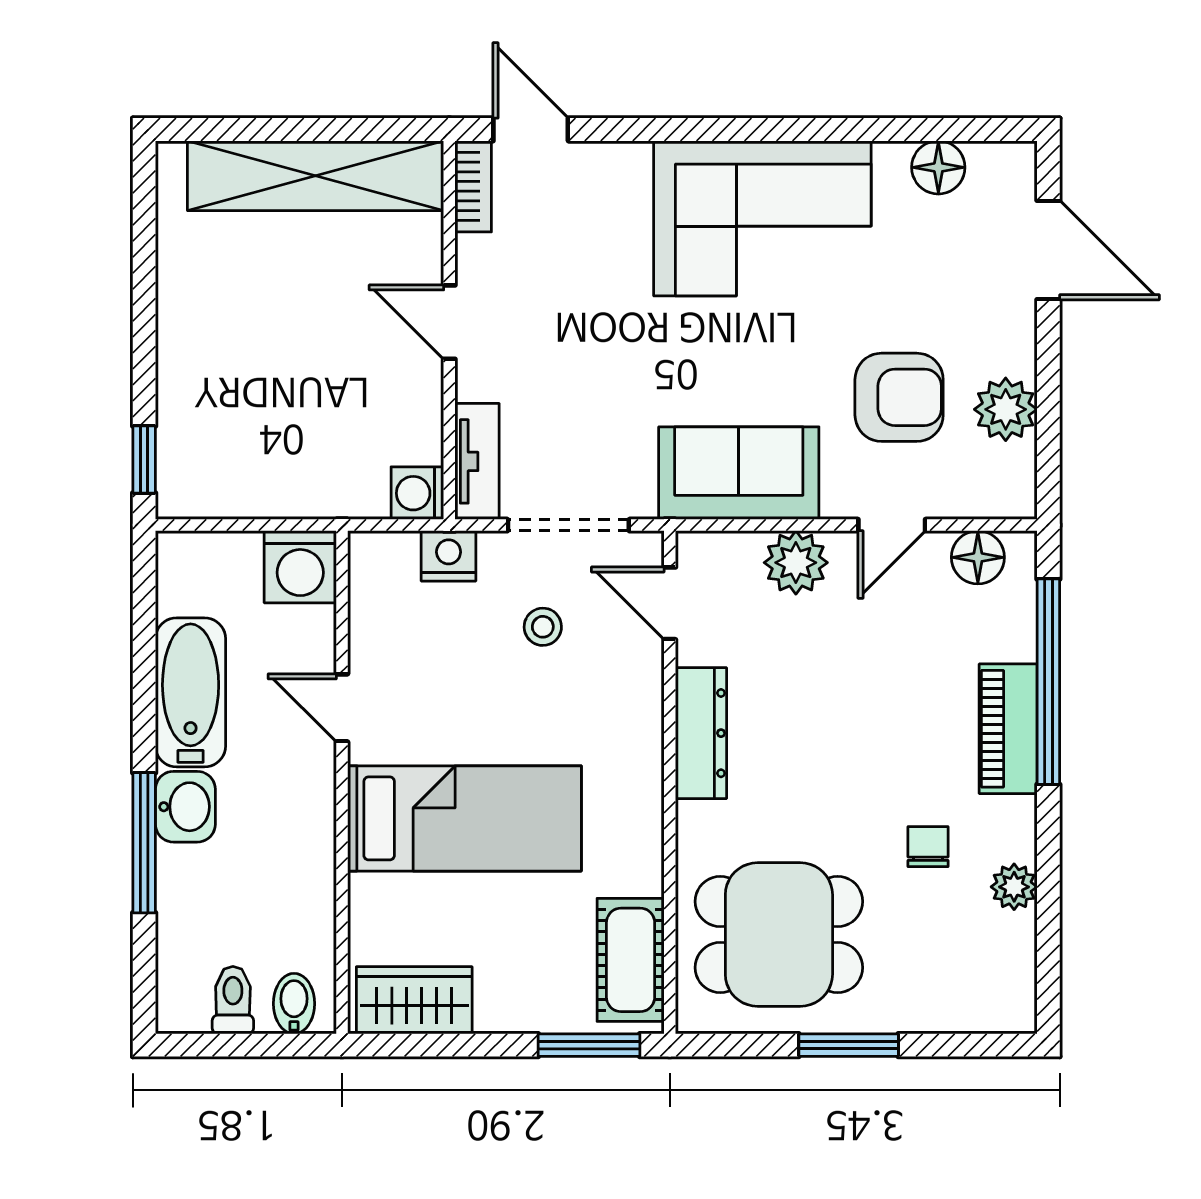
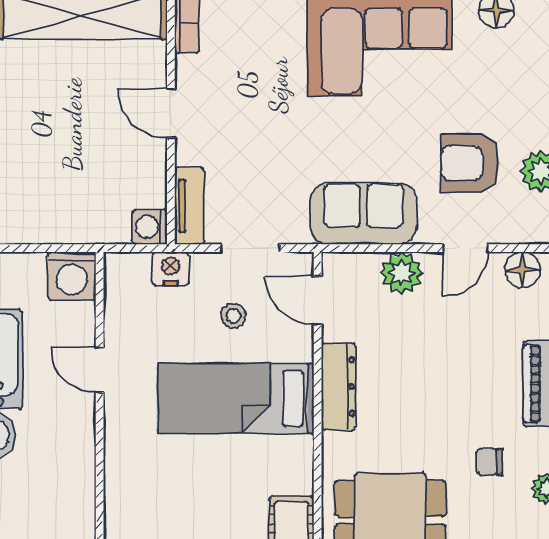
armchair: (899, 397) -> (470, 163), turned 180
doorway: (568, 525) -> (250, 248), width x0.73
bed: (464, 818) -> (236, 398), moved, turned 180
chair: (928, 847) -> (489, 462), turned -90

